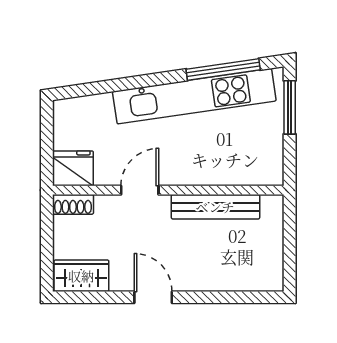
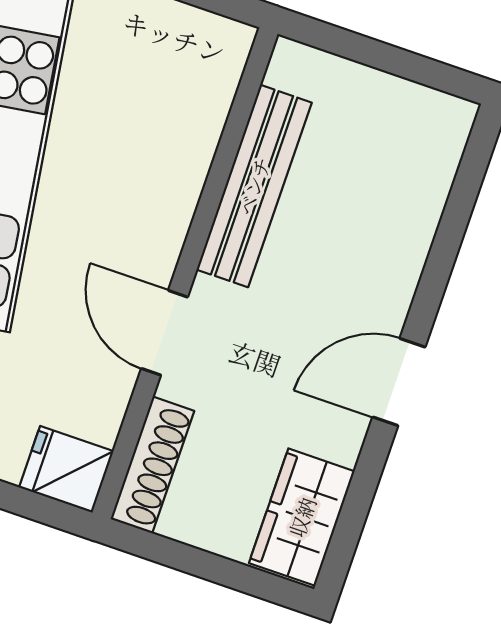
fridge: (73, 168) -> (66, 469), width x0.72
shoe rack: (73, 204) -> (152, 465), width x1.43

